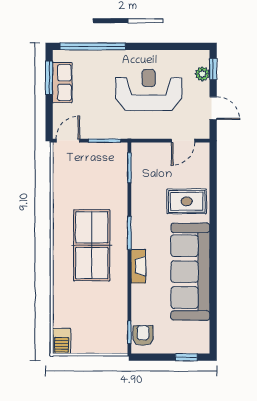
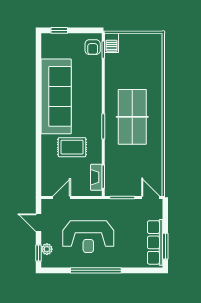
window: (93, 46) -> (96, 270), moved
row of seats: (62, 83) -> (155, 242), width x1.48
door: (68, 141) -> (151, 198), swing flipped
rug: (187, 201) -> (72, 147), moved
fireplace: (138, 266) -> (96, 177), moved
barbecue: (62, 341) -> (112, 43), moved, turned 180

